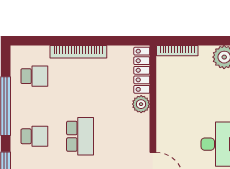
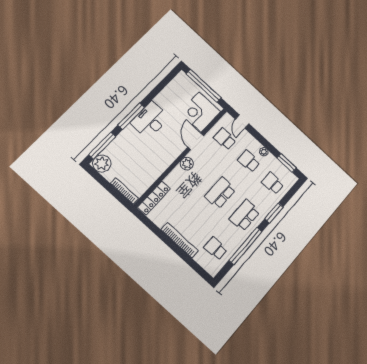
plant: (141, 104) -> (187, 164), moved
school desk: (34, 136) -> (245, 215), width x1.85

